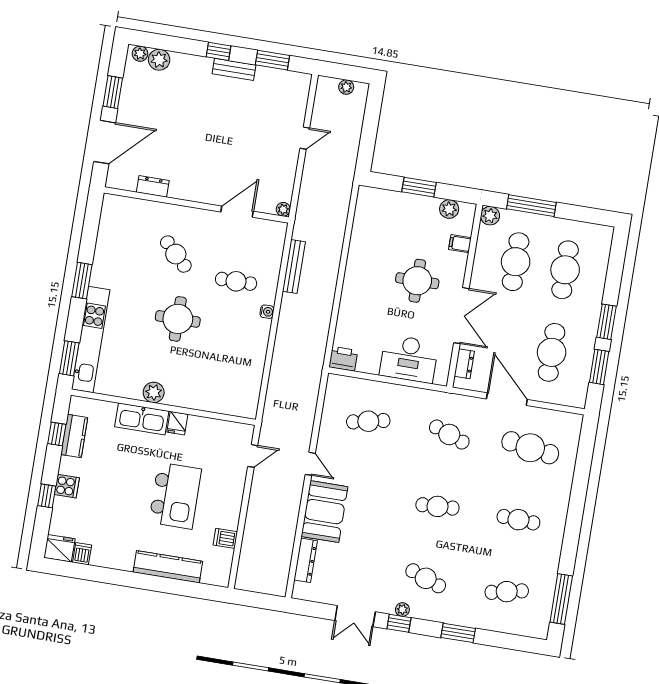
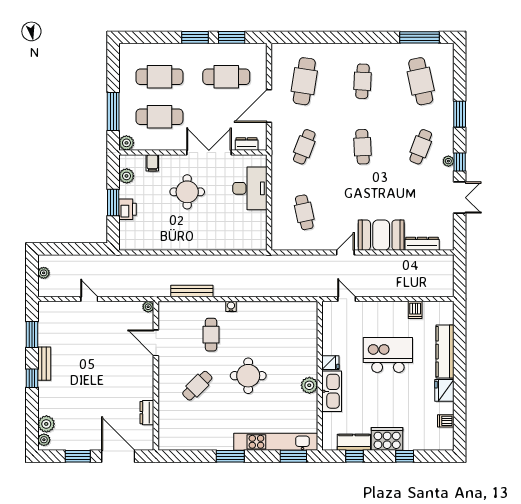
printer: (343, 359) -> (128, 209), moved, turned 180
cooker: (67, 486) -> (387, 439), width x1.87, depth x1.31
fridge: (60, 548) -> (444, 390), moved
cafe table: (507, 592) -> (421, 81), width x1.37, depth x1.35

